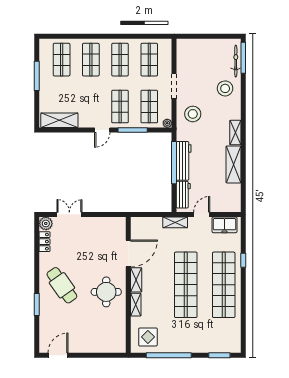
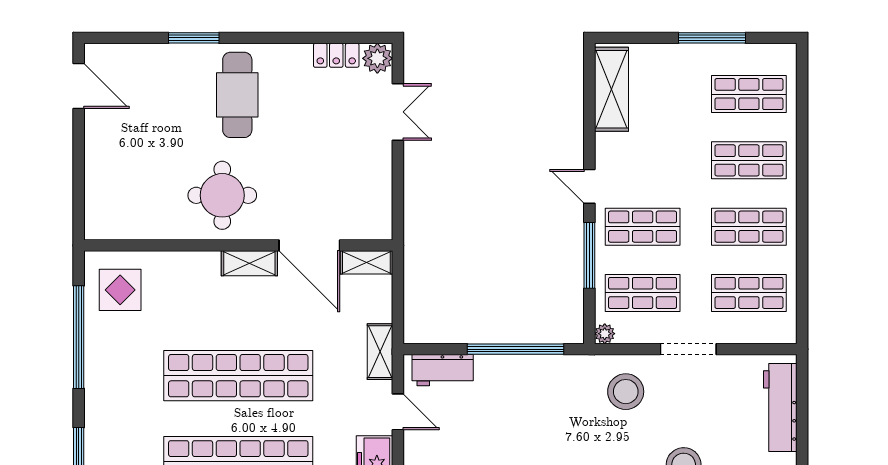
workbench: (184, 161) -> (780, 408), moved, turned 90
cafe table: (62, 285) -> (237, 95), turned -55
shelving: (136, 305) -> (366, 262), moved

